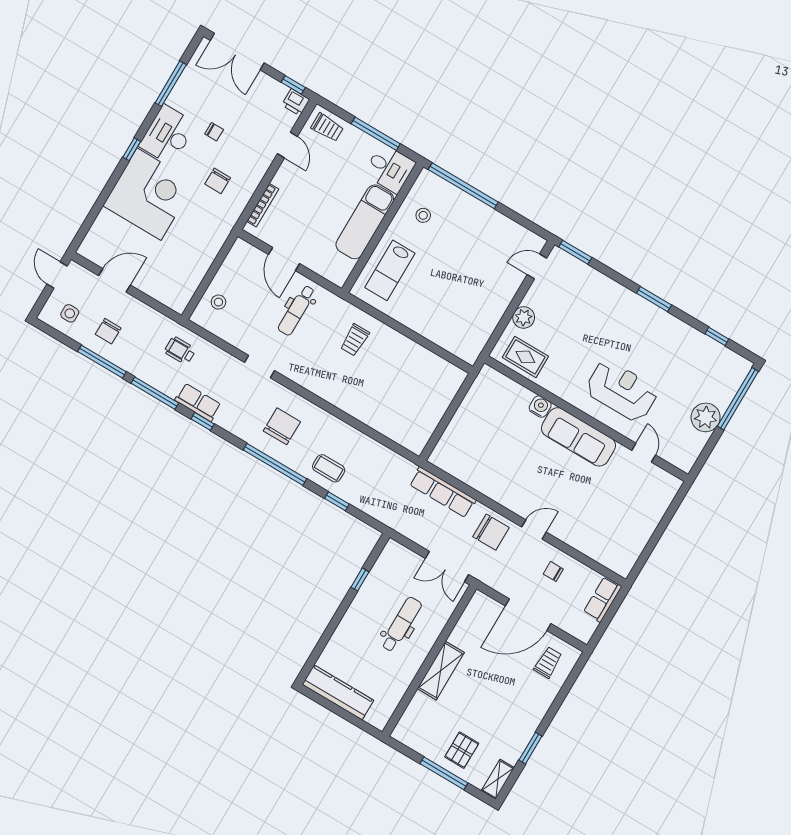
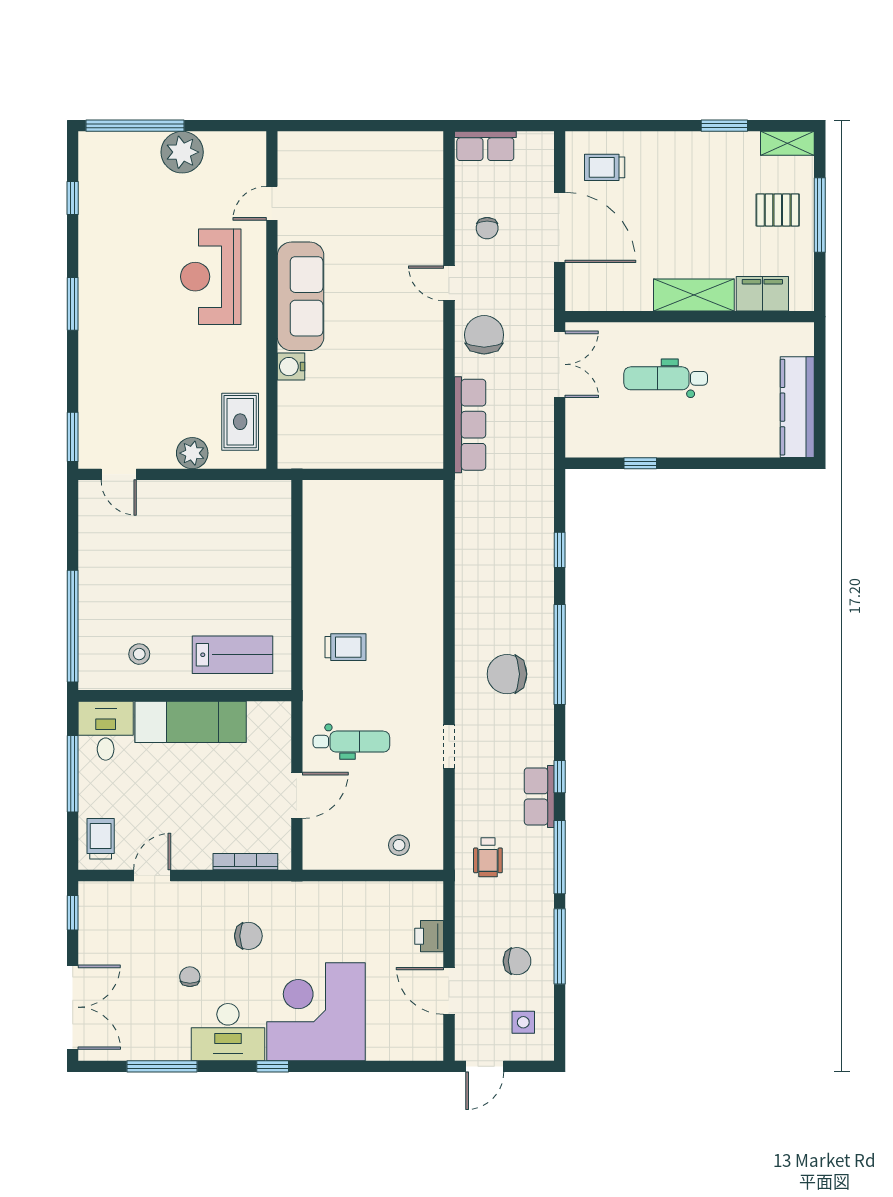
printer: (296, 102) -> (429, 936), moved, turned 180
coffee table: (329, 468) -> (525, 585), removed
filing cabinet: (417, 712) -> (762, 294), added

